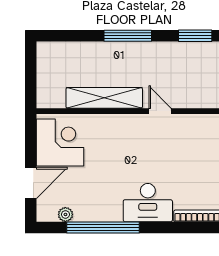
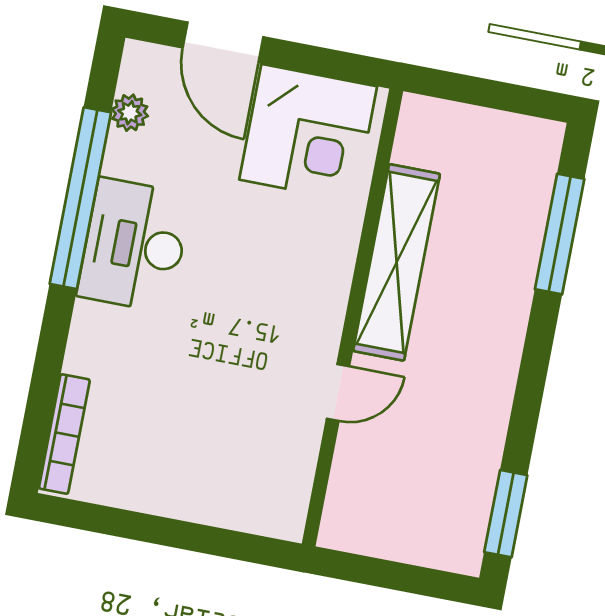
window: (128, 36) -> (560, 234), moved
desk: (148, 203) -> (134, 245), moved

